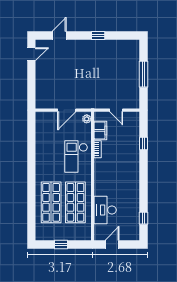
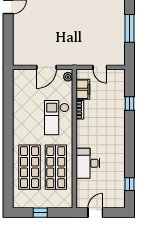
desk: (105, 210) -> (88, 163), moved

